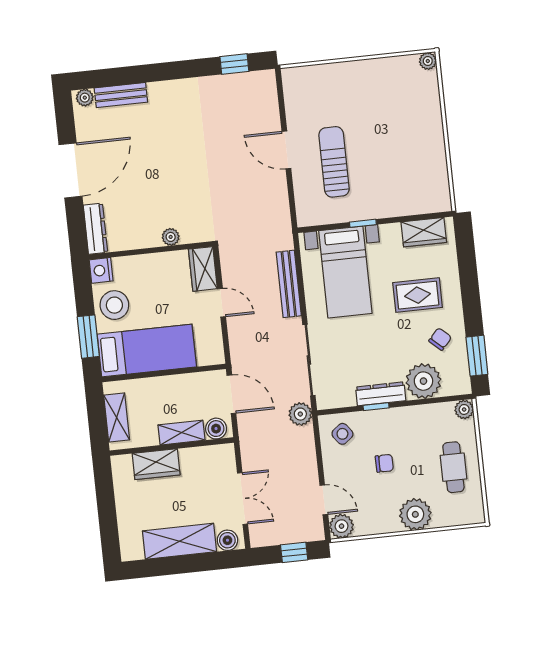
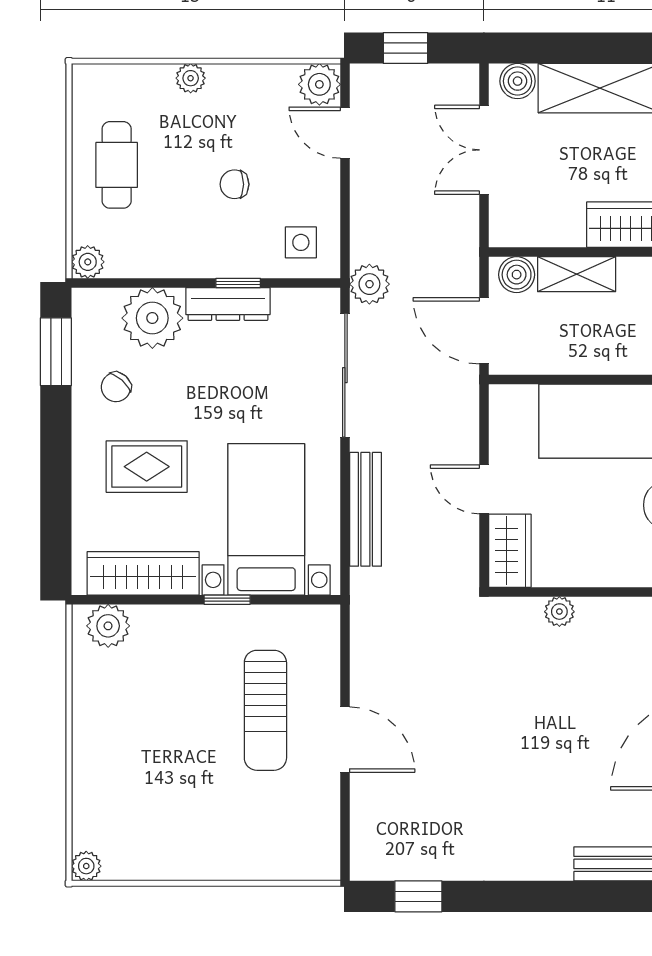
plant: (430, 201) -> (108, 626), added
wardrobe: (424, 232) -> (143, 573), width x1.50
side table: (342, 434) -> (301, 242), turned 37
plant: (415, 514) -> (191, 78), width x0.53, depth x0.53

